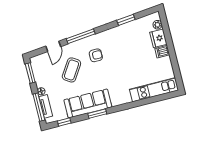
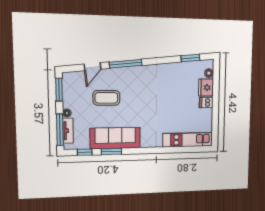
window: (126, 20) -> (190, 58), moved
armchair: (96, 55) -> (137, 89), removed
coffee table: (71, 70) -> (106, 98), turned 57
window: (97, 114) -> (111, 151), moved

